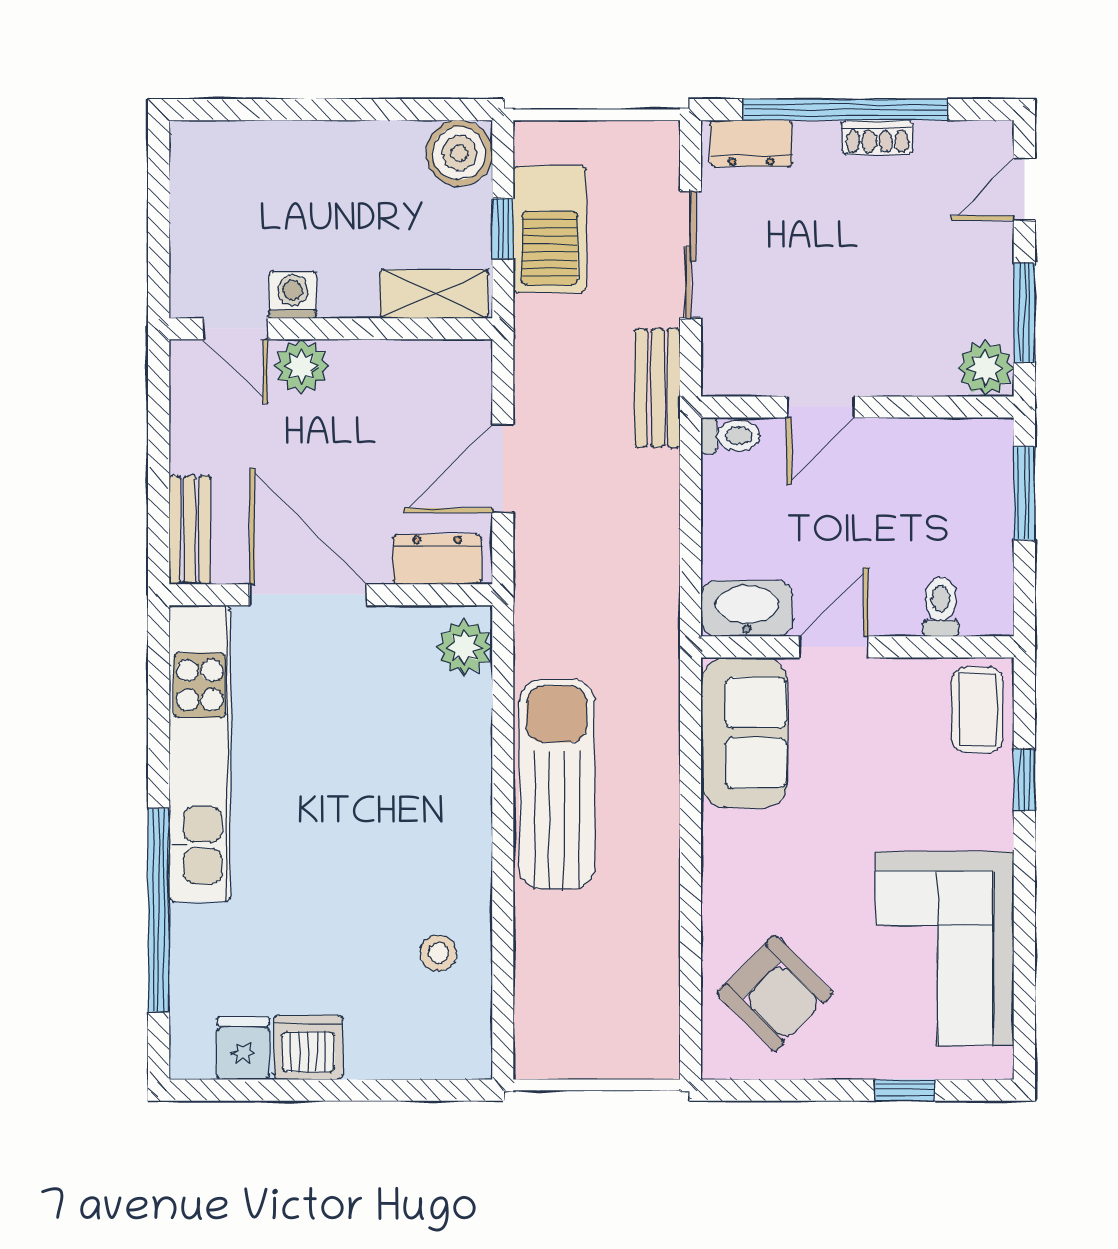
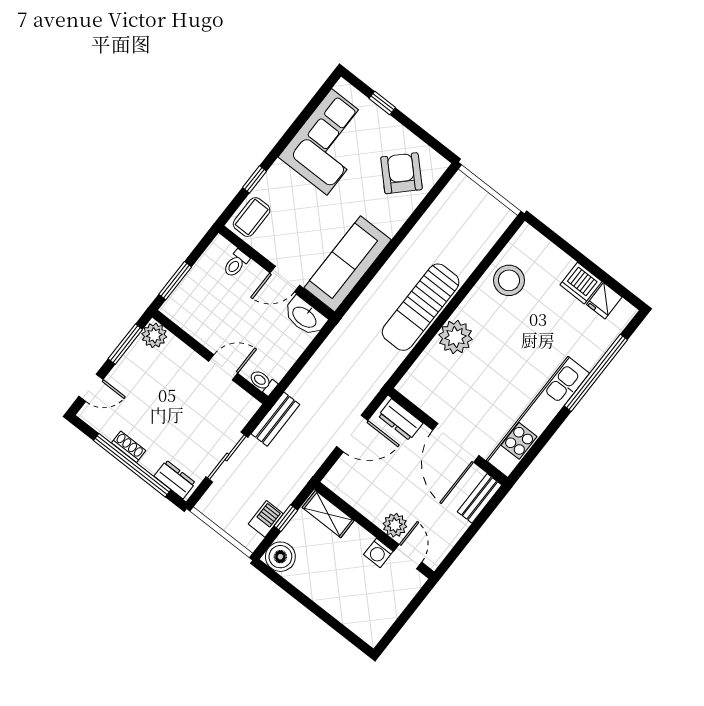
barbecue: (550, 229) -> (266, 519), width x0.53, depth x0.65
plant: (464, 647) -> (455, 337), moved, width x1.36, depth x1.36
sofa: (745, 733) -> (348, 264), width x1.36
stool: (438, 953) -> (509, 280), width x1.89, depth x1.89

